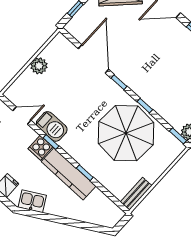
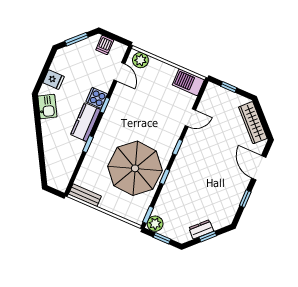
door: (94, 59) -> (190, 118), width x0.53
plant: (39, 66) -> (140, 60), moved
barbecue: (52, 126) -> (188, 82), moved, turned 90
kitchen counter: (69, 174) -> (86, 122), width x0.67

